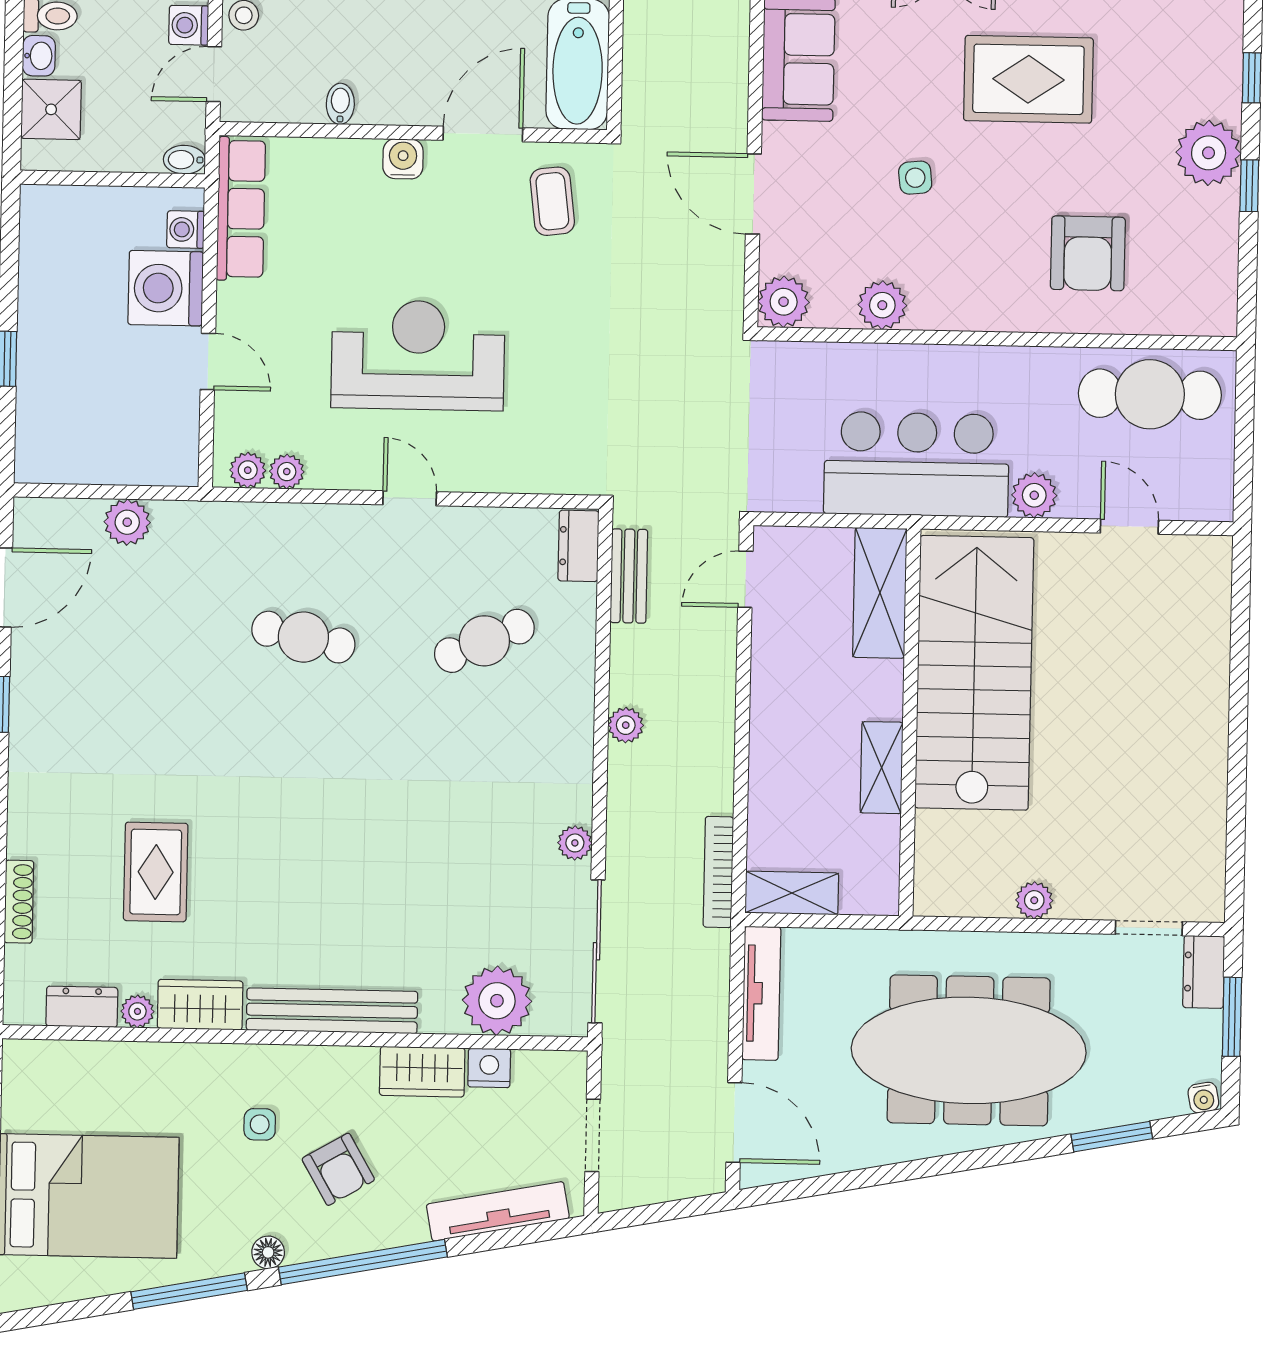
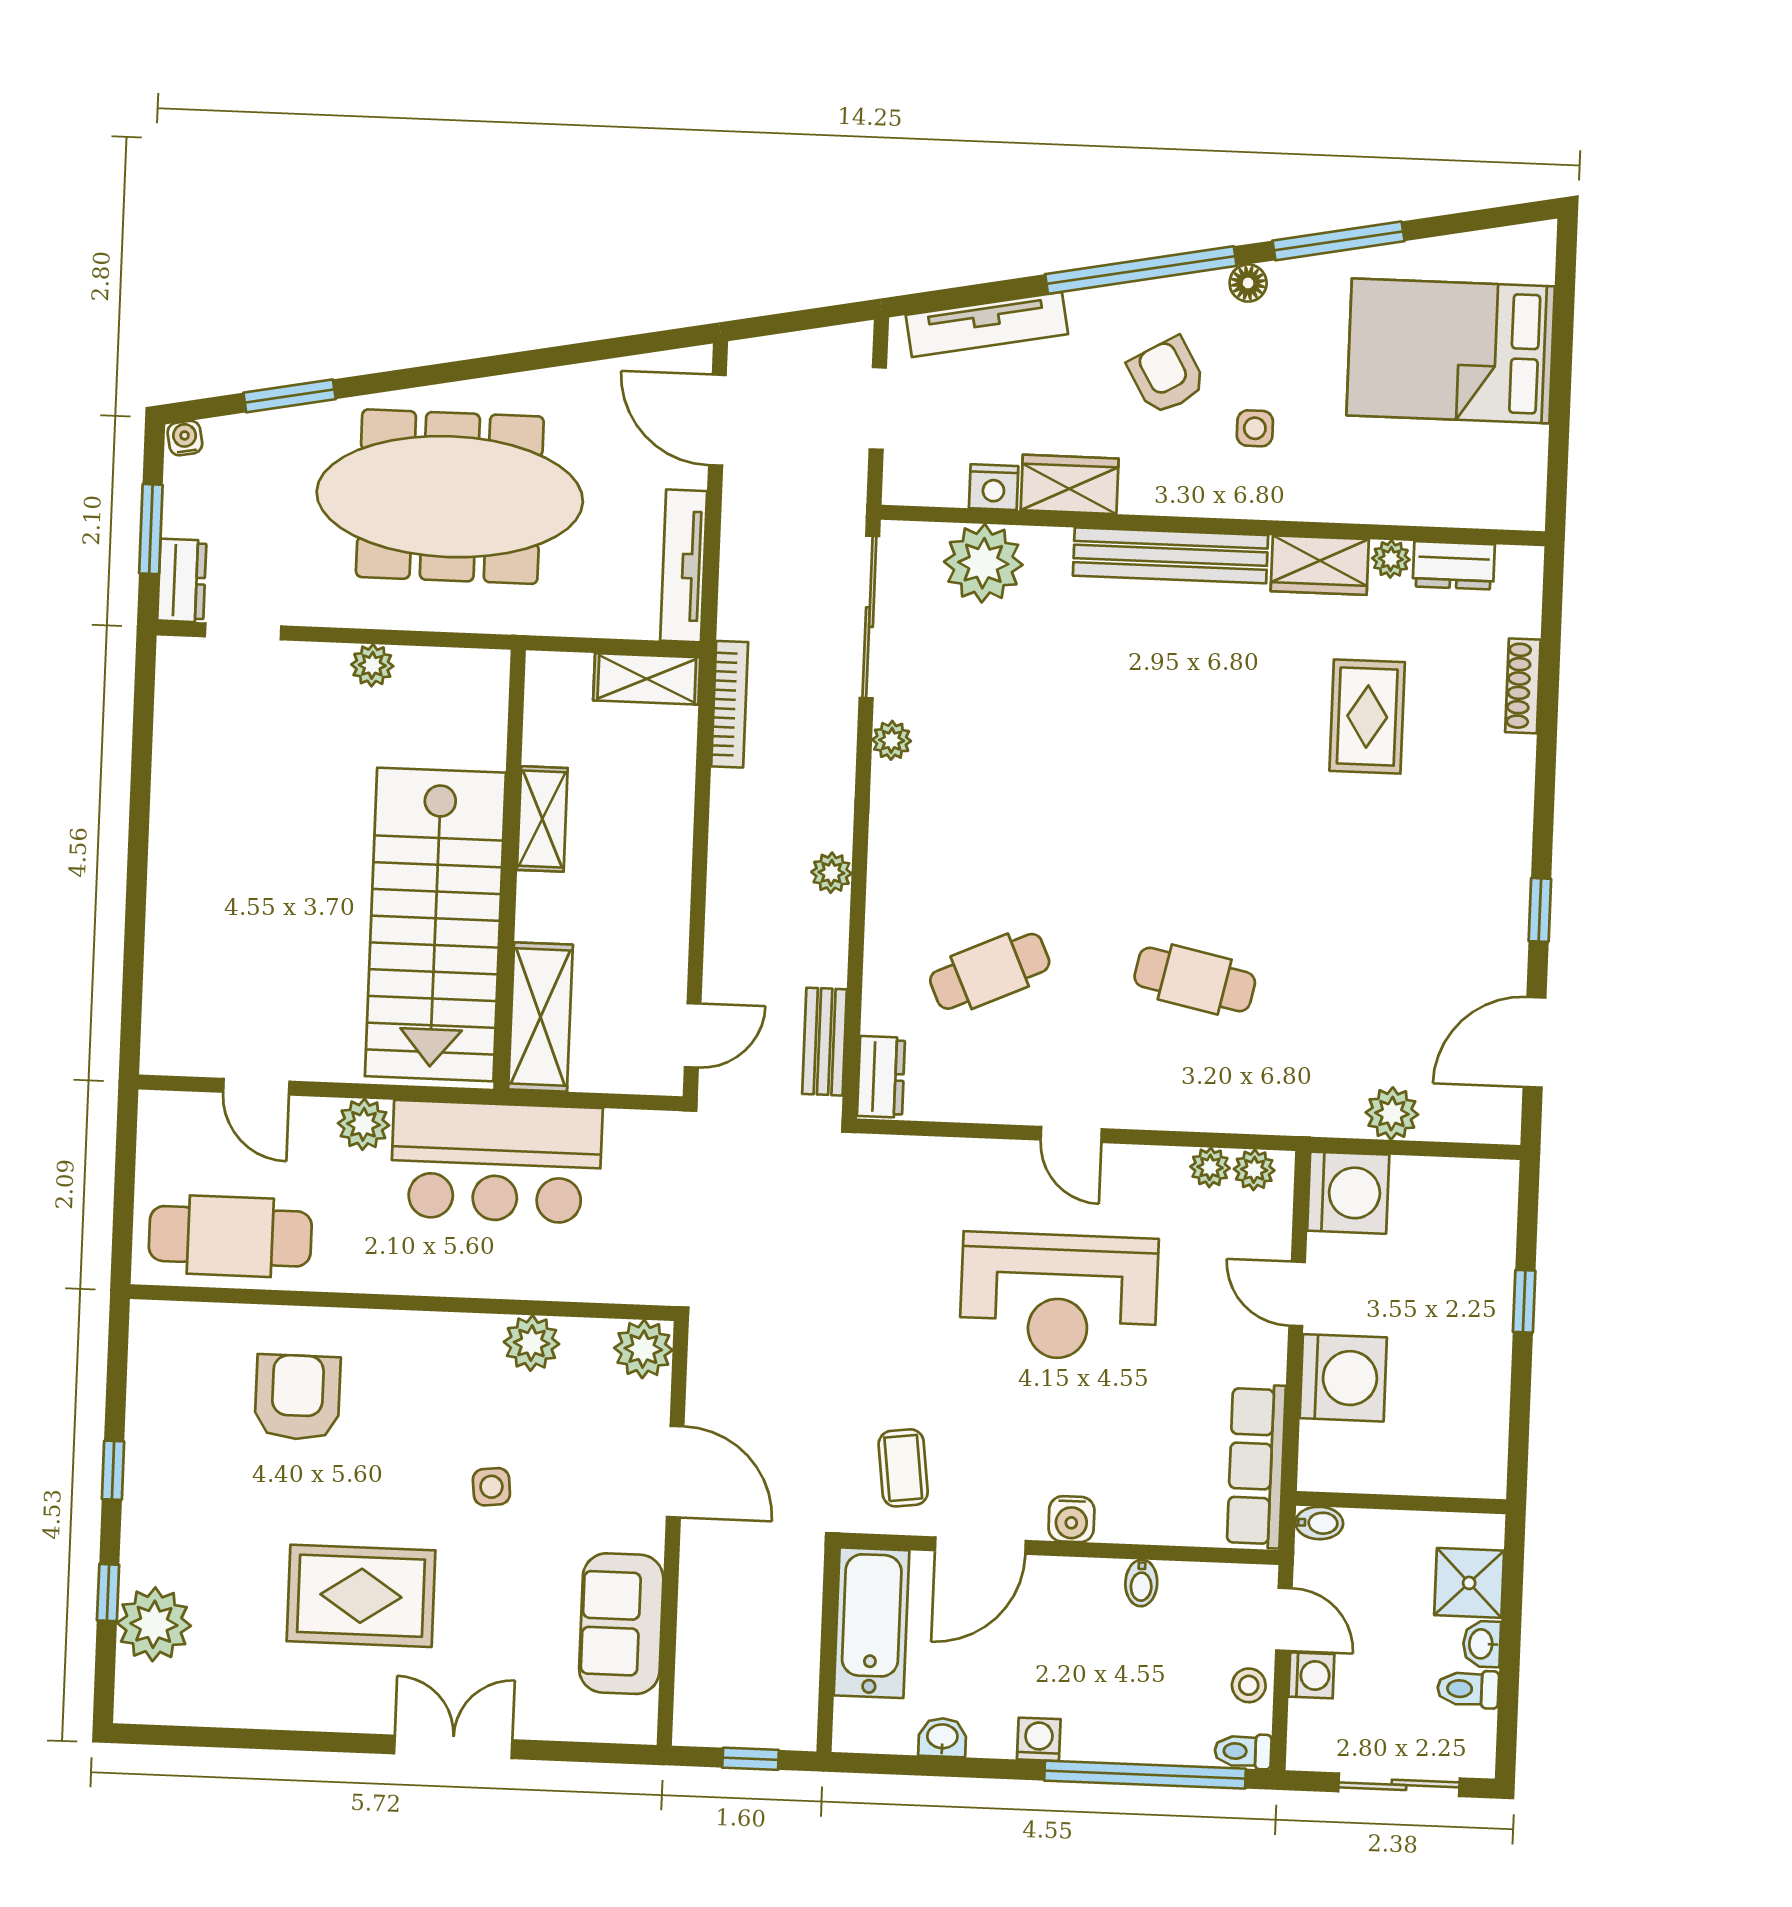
door: (214, 74) -> (1284, 1619), hinge flipped
plant: (1209, 153) -> (154, 1624), moved
washing machine: (185, 230) -> (1348, 1193), moved, width x1.89, depth x1.89

